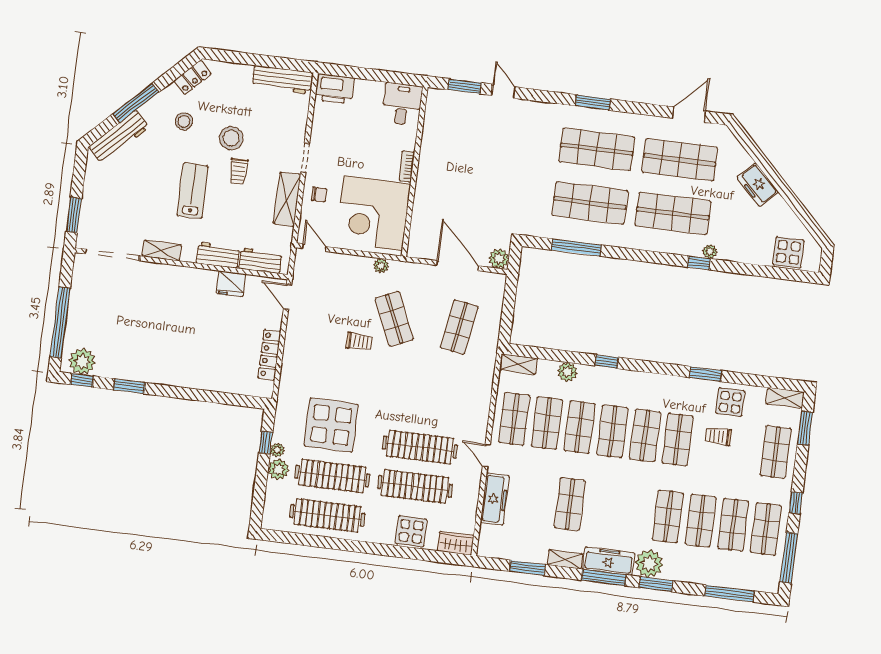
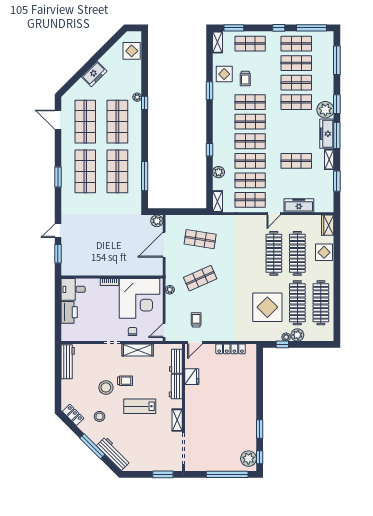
printer: (335, 89) -> (69, 312), moved
trolley: (359, 341) -> (196, 320), moved

